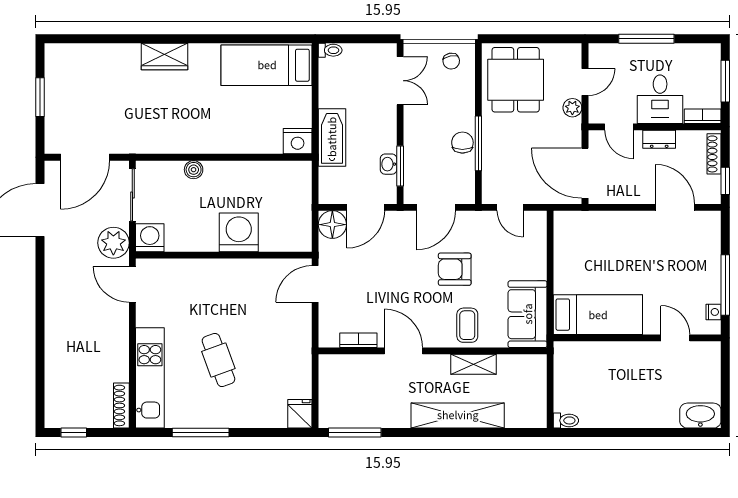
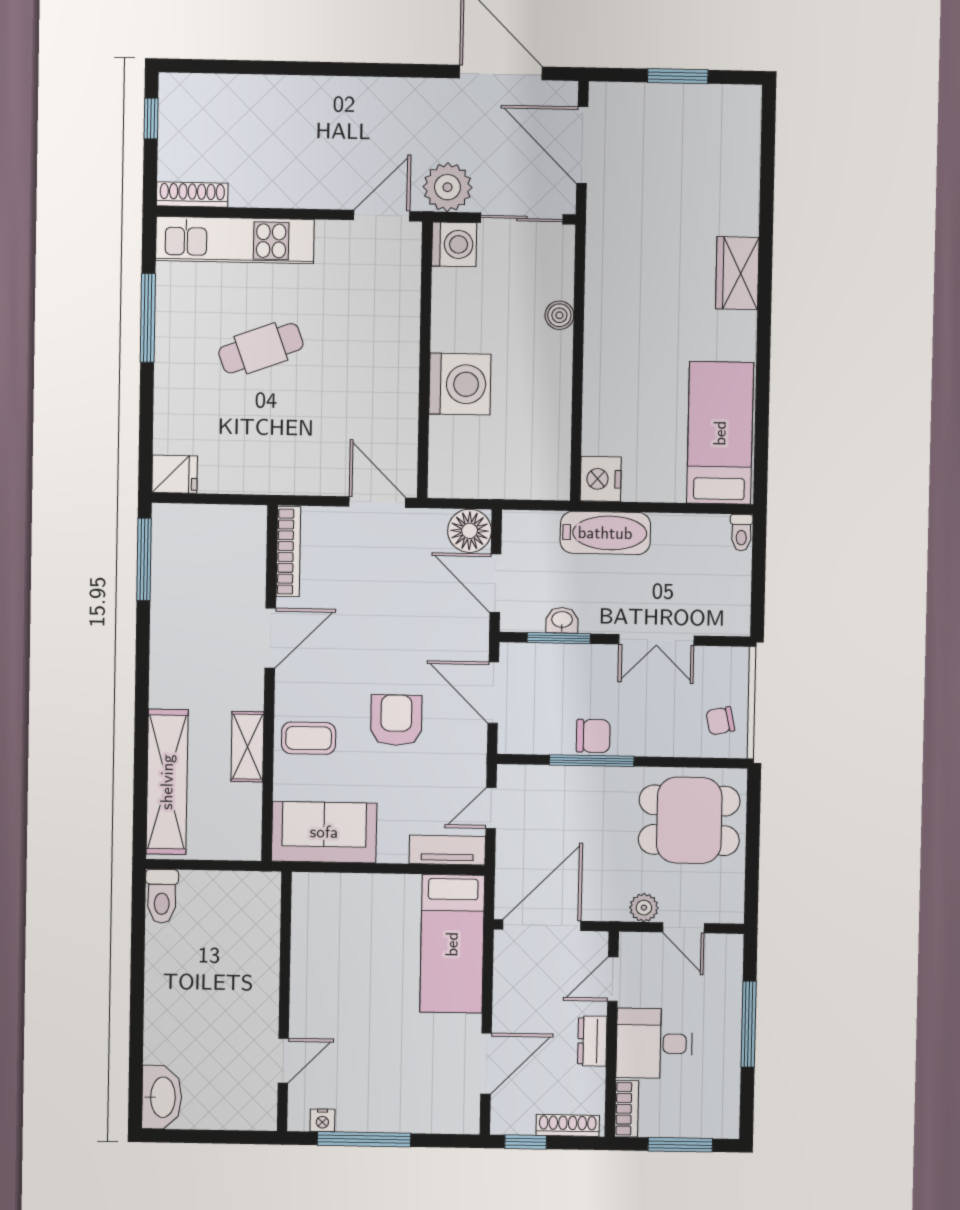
double door: (400, 81) -> (656, 640), moved
tv unit: (538, 235) -> (447, 850), added
bed: (598, 315) -> (452, 944), moved
bookcase: (358, 340) -> (288, 552), width x1.56
shelving: (458, 415) -> (167, 782), moved
toilet: (566, 420) -> (162, 896), width x1.37, depth x1.39

